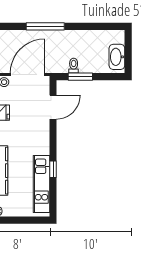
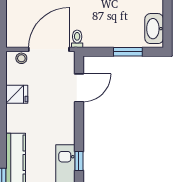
toilet: (74, 66) -> (77, 39), moved
window: (80, 77) -> (128, 52), moved

